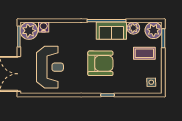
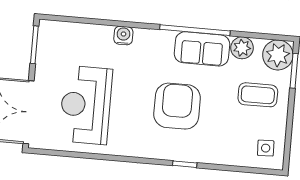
water cooler: (44, 27) -> (123, 35), moved
plant: (29, 31) -> (54, 36), removed
armchair: (100, 63) -> (177, 106), turned -90
reception desk: (50, 67) -> (86, 105), turned 180

